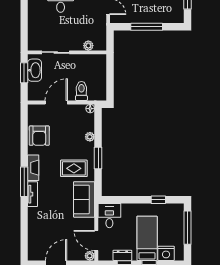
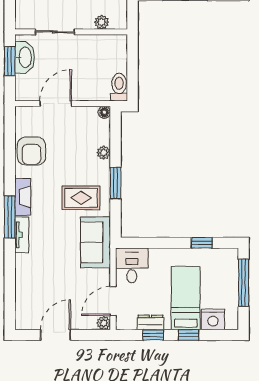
toilet: (81, 91) -> (119, 87), moved
door: (96, 240) -> (113, 301), hinge flipped

